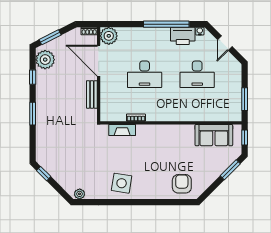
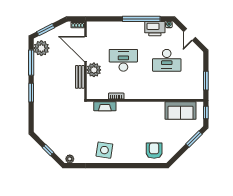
plant: (109, 36) -> (94, 70), moved
desk: (145, 74) -> (123, 60), turned 180
window: (33, 77) -> (31, 63), width x2.17
window: (44, 174) -> (48, 150), moved

